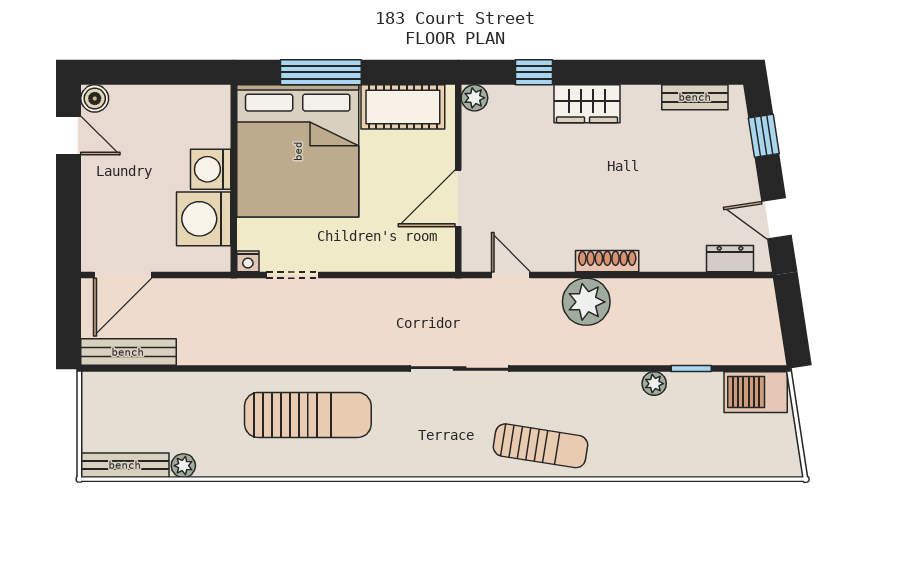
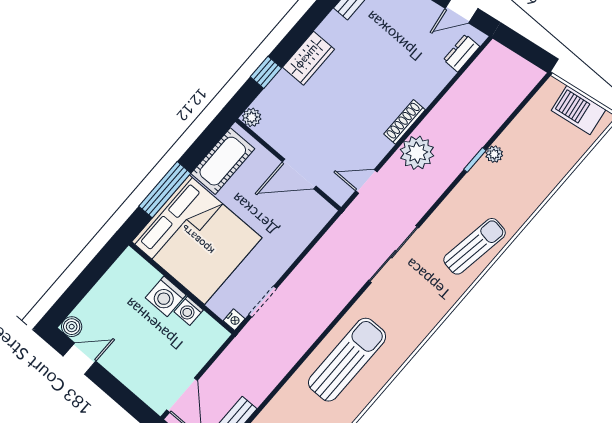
door: (458, 198) -> (299, 174), hinge flipped
washing machine: (204, 219) -> (189, 311), width x0.53, depth x0.53
window: (691, 368) -> (475, 160), moved
barbecue: (756, 392) -> (579, 110), moved, turned 81

